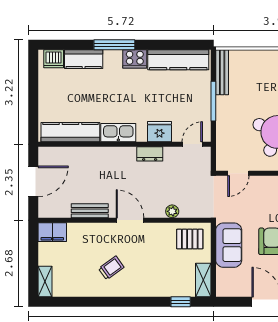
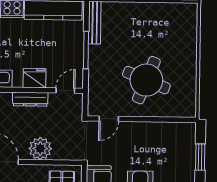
dresser: (150, 154) -> (30, 99), width x1.44
plant: (172, 211) -> (40, 148), width x1.87, depth x1.87

